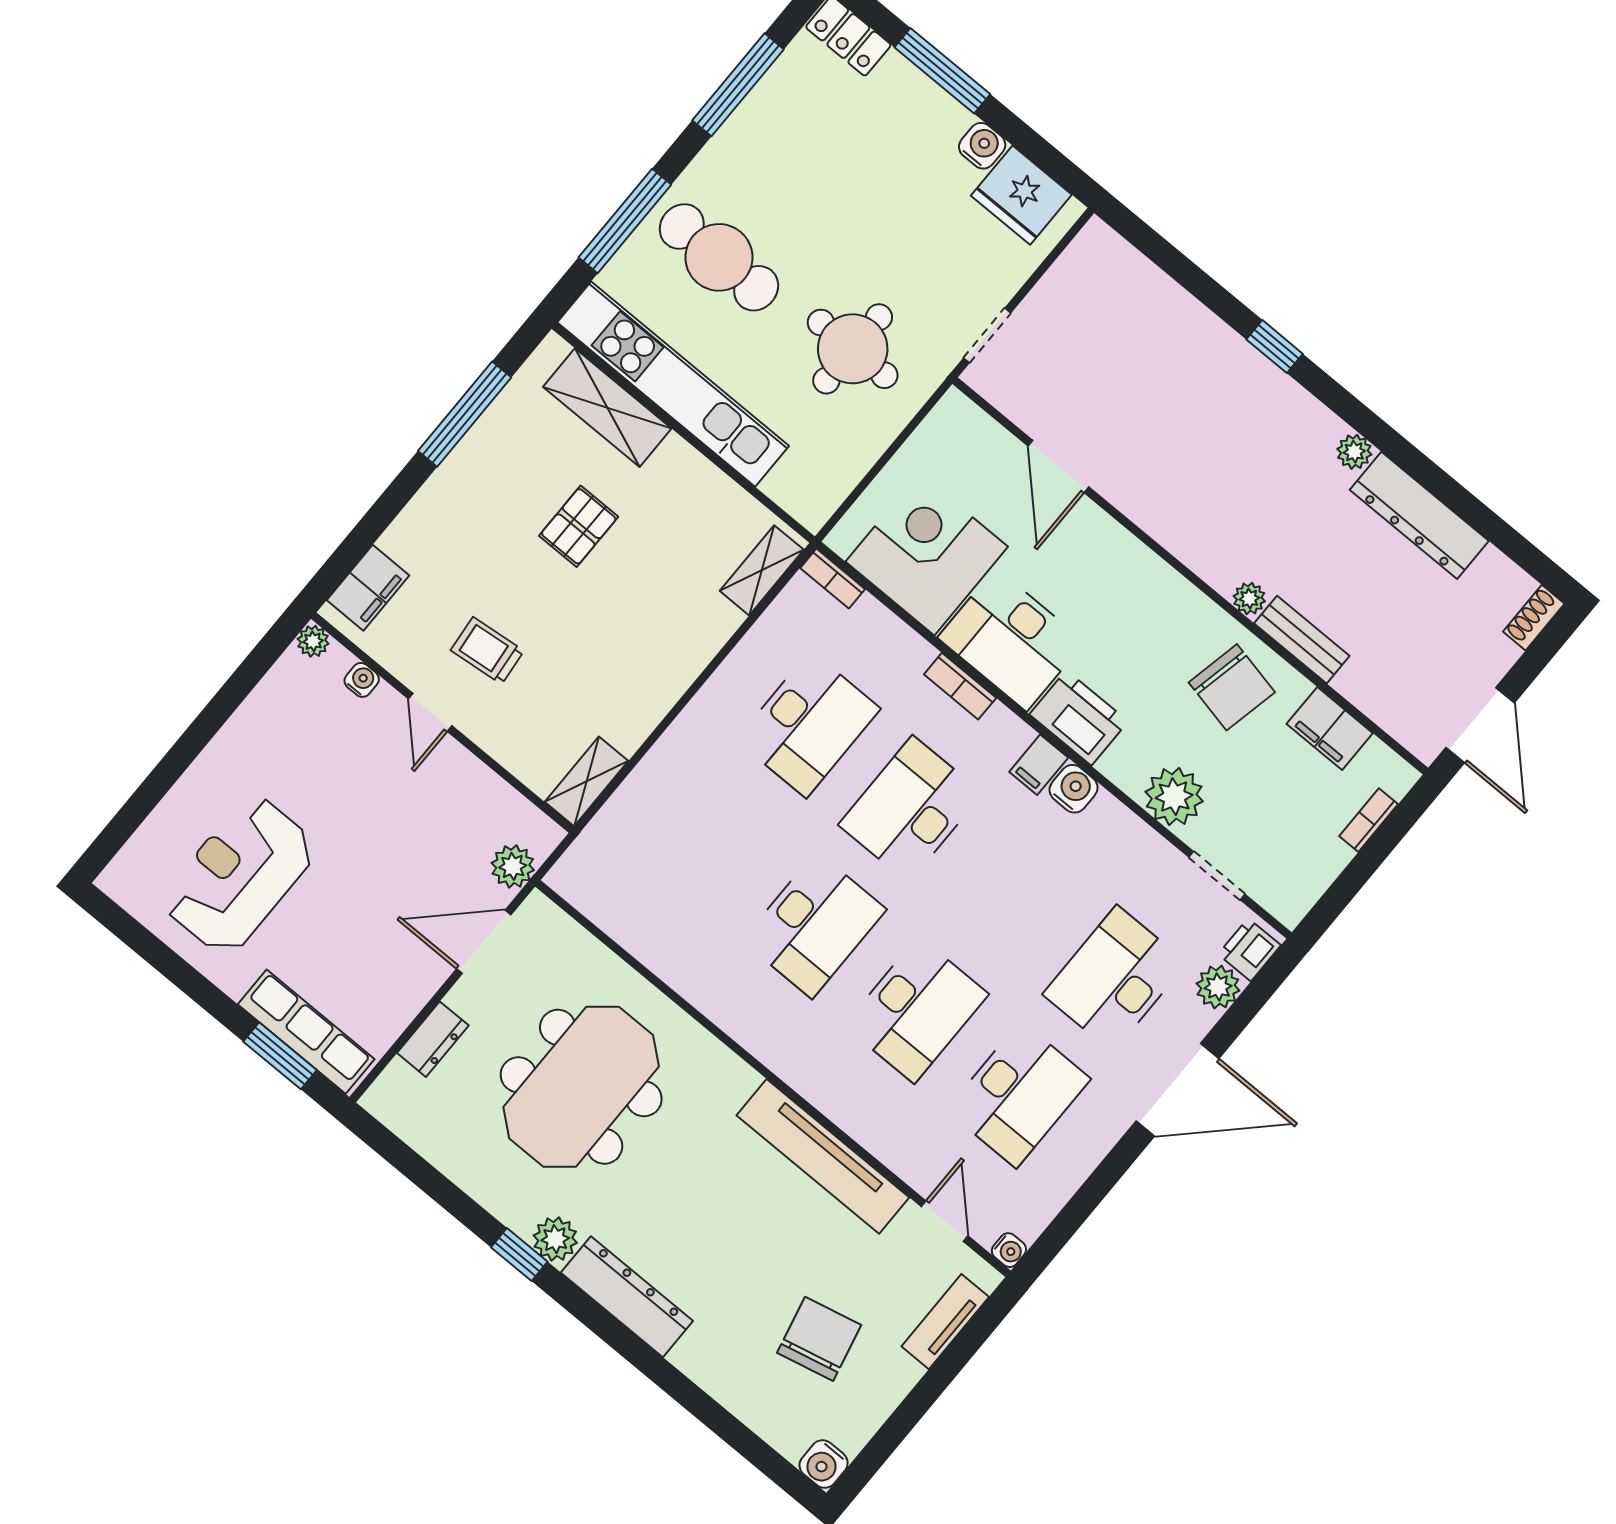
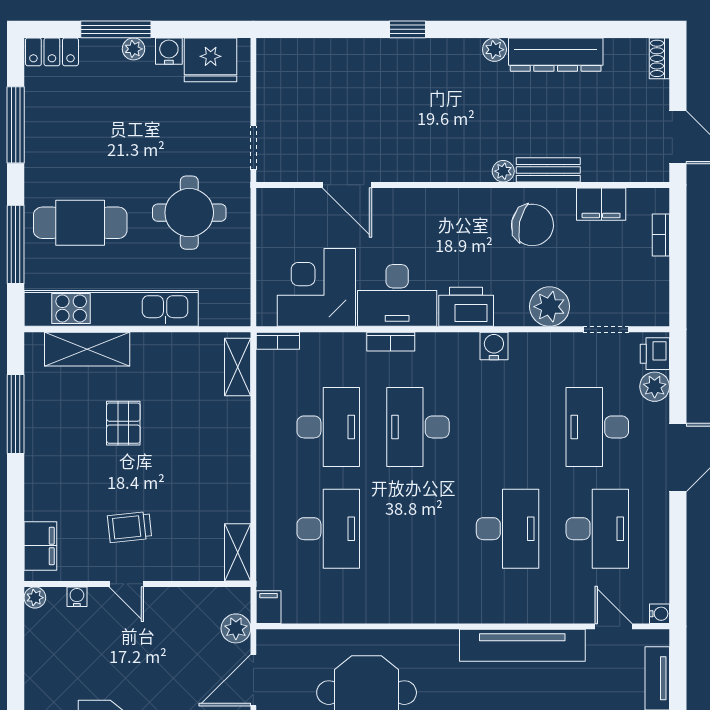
plant: (944, 110) -> (133, 49), added
filing cabinet: (1039, 765) -> (269, 607), moved, turned 180
desk: (814, 925) -> (328, 529), moved

